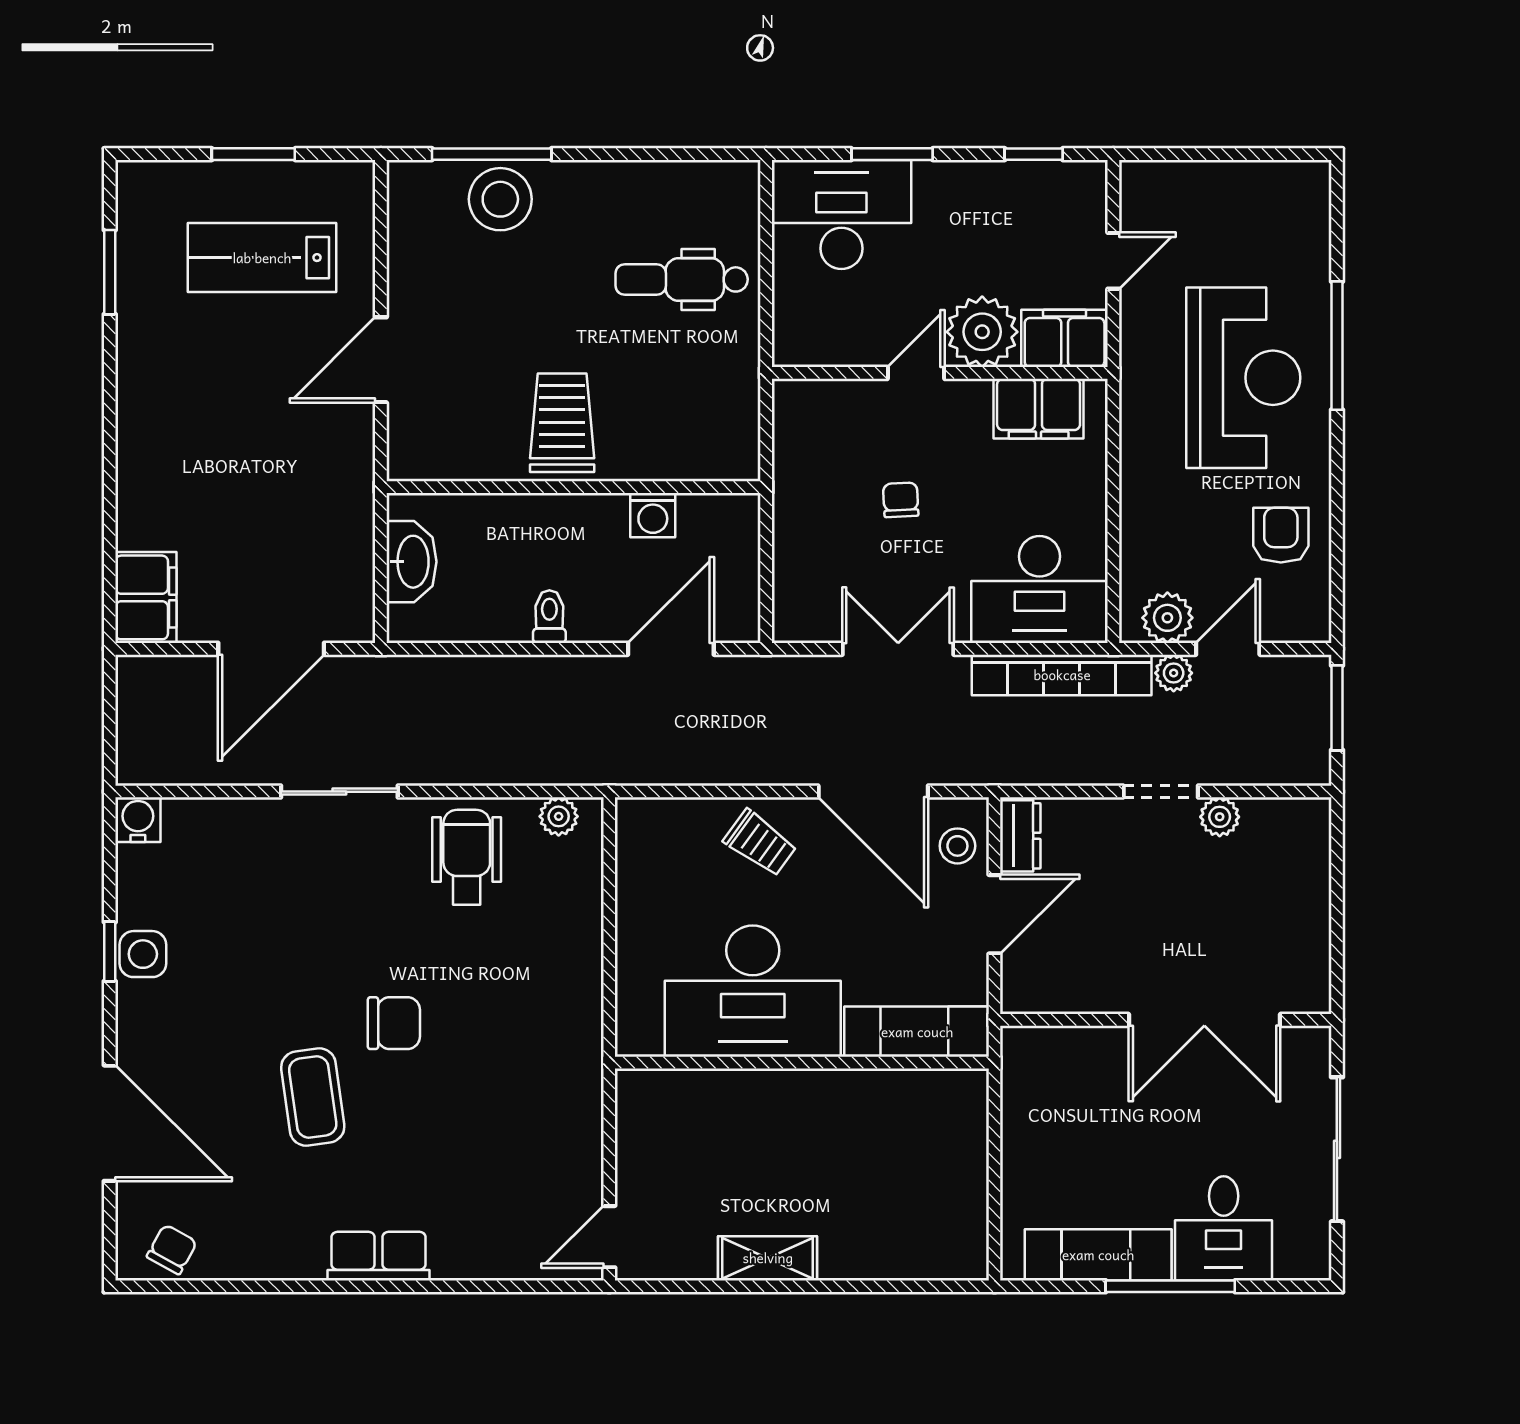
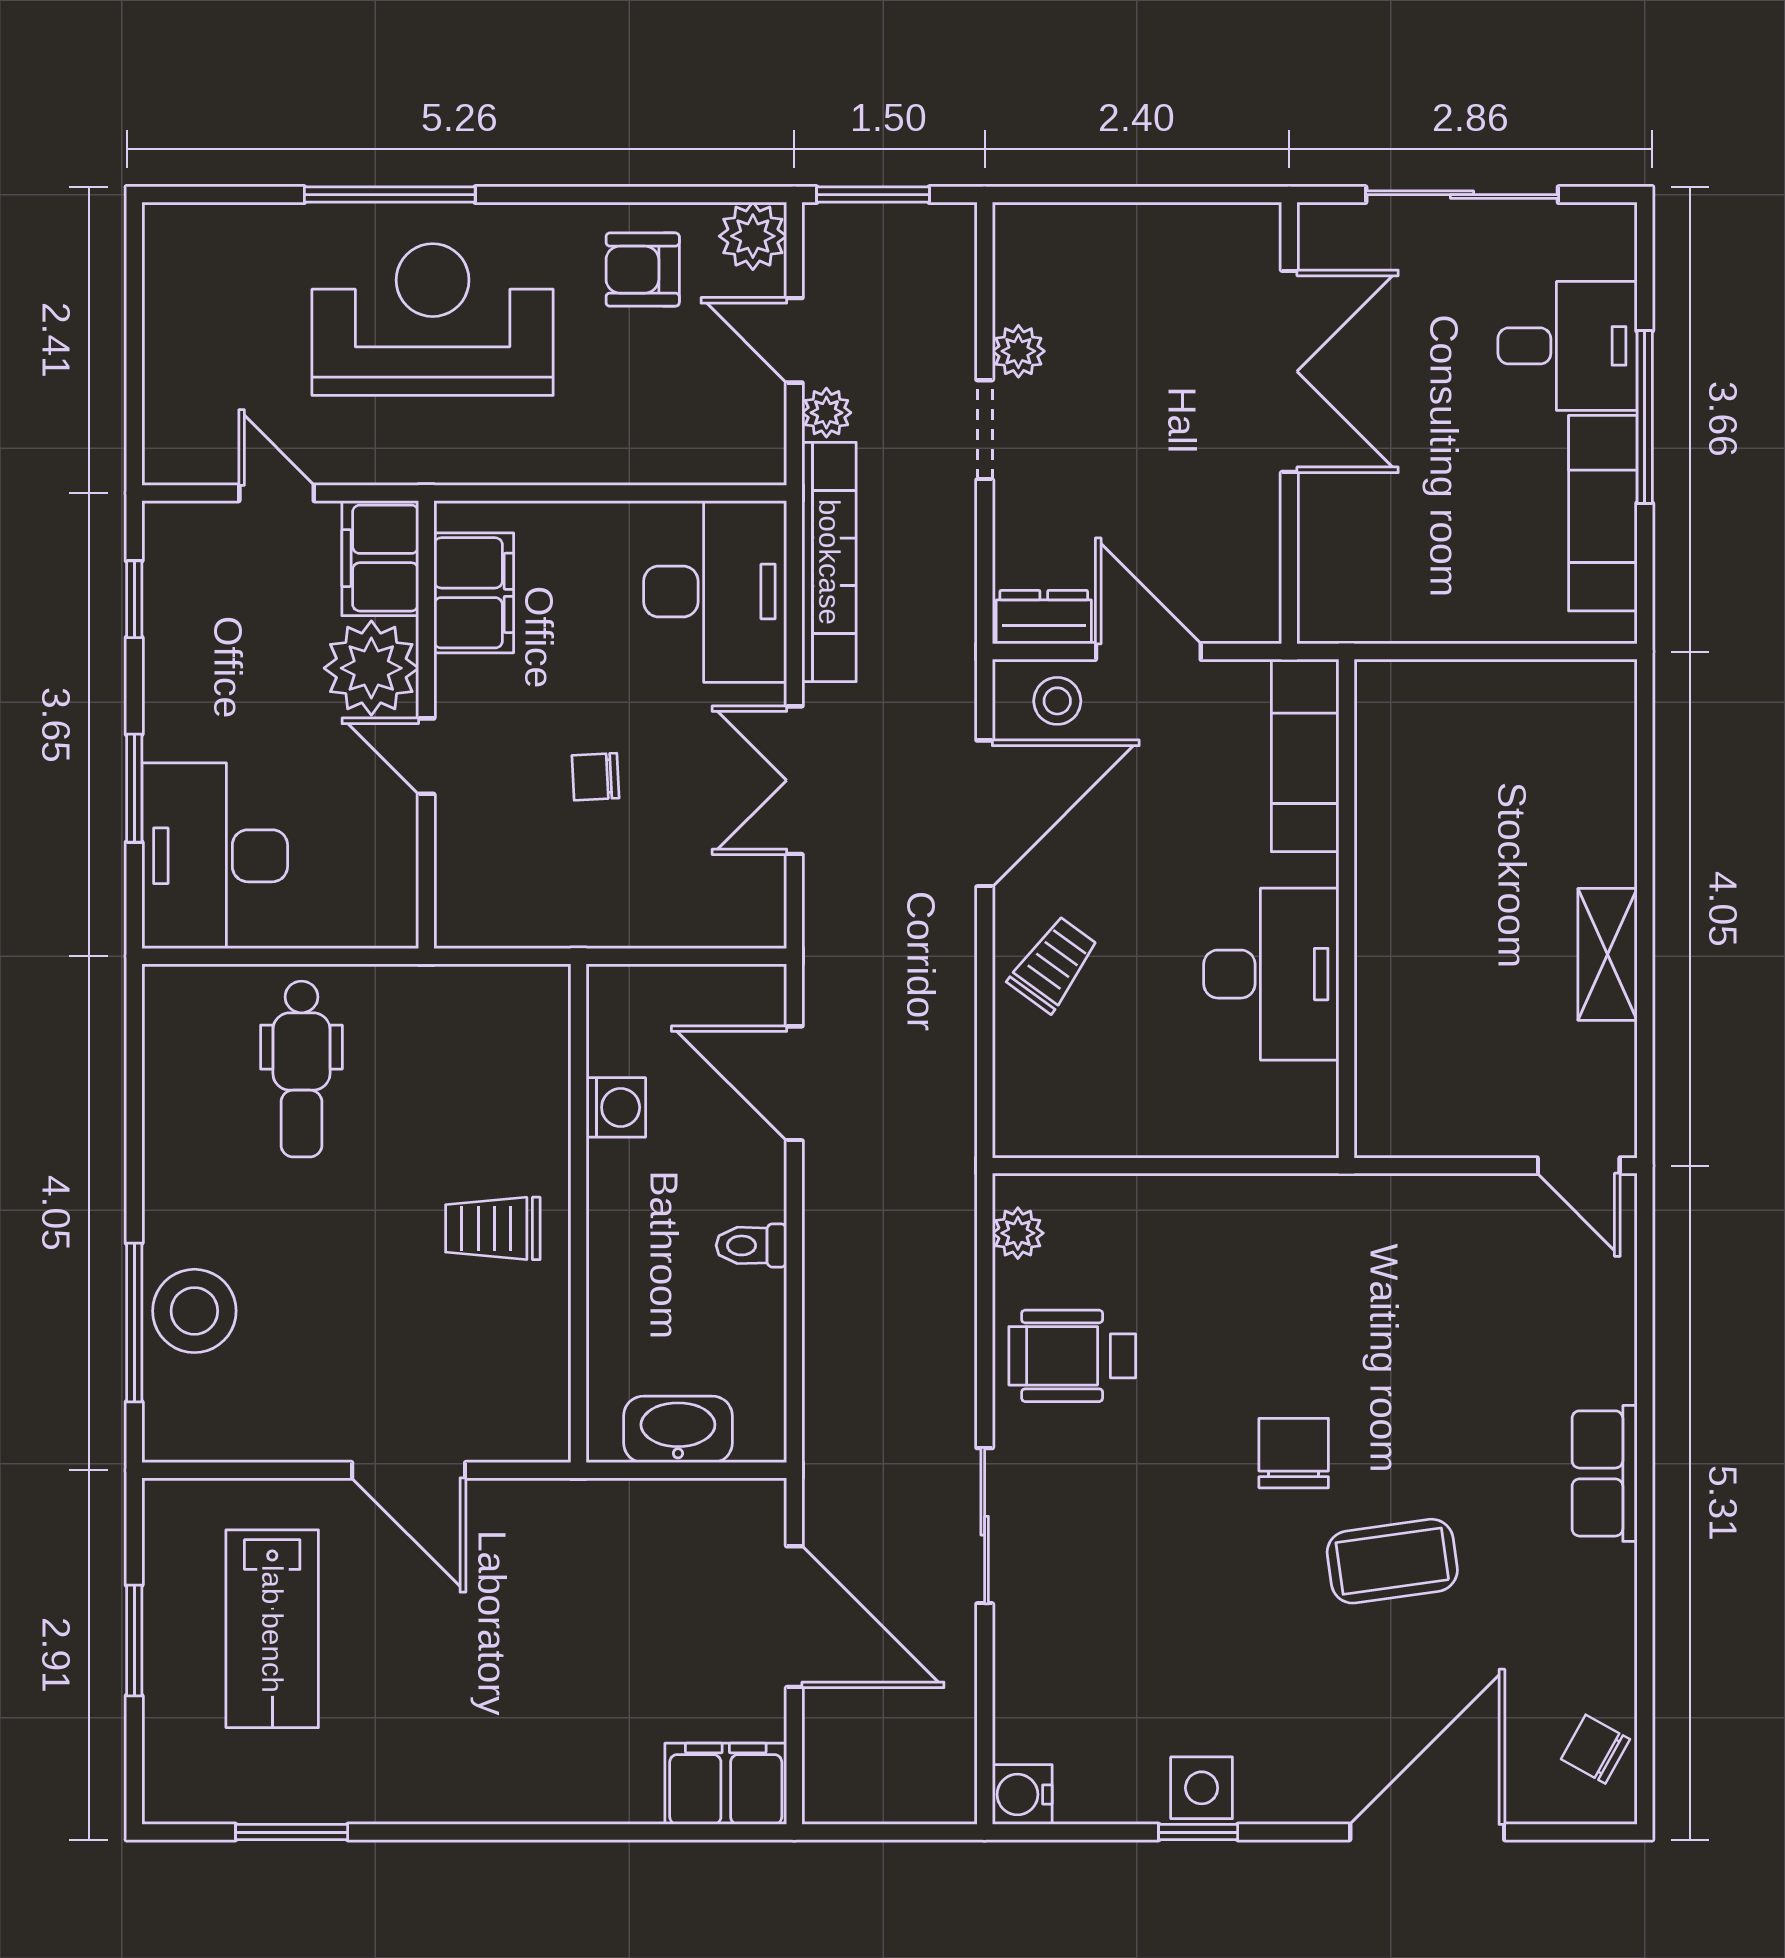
trolley: (562, 423) -> (493, 1228), width x0.73, depth x0.72
plant: (1167, 618) -> (753, 236), moved
desk: (753, 991) -> (1271, 974), width x0.73, depth x0.77

